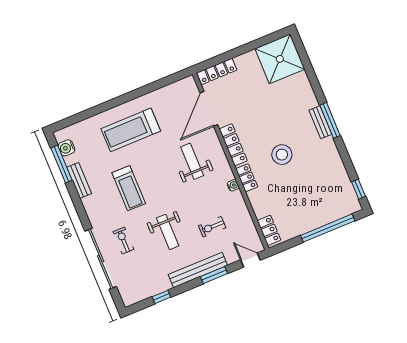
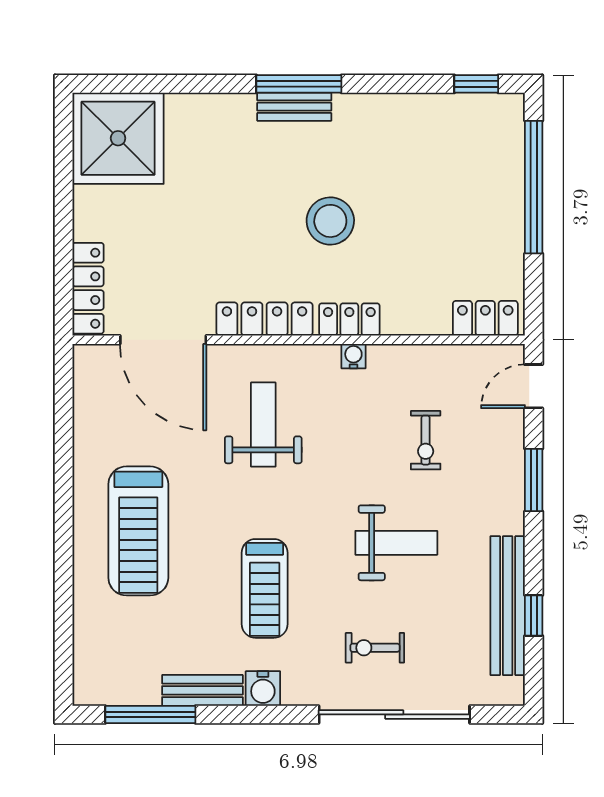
water cooler: (67, 148) -> (263, 688), moved
weight bench: (192, 161) -> (263, 425), turned 90
treadmill: (129, 188) -> (265, 588), turned 90
bench: (198, 270) -> (508, 606), moved

